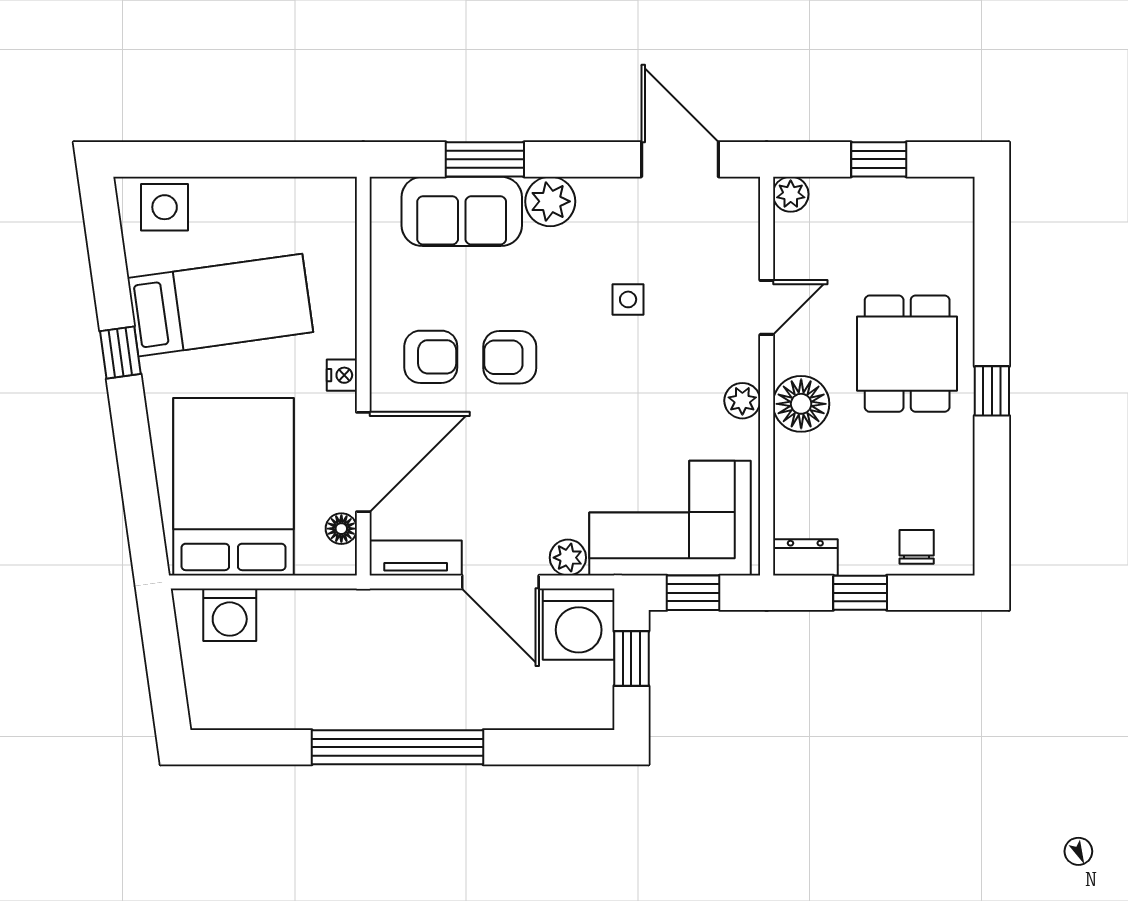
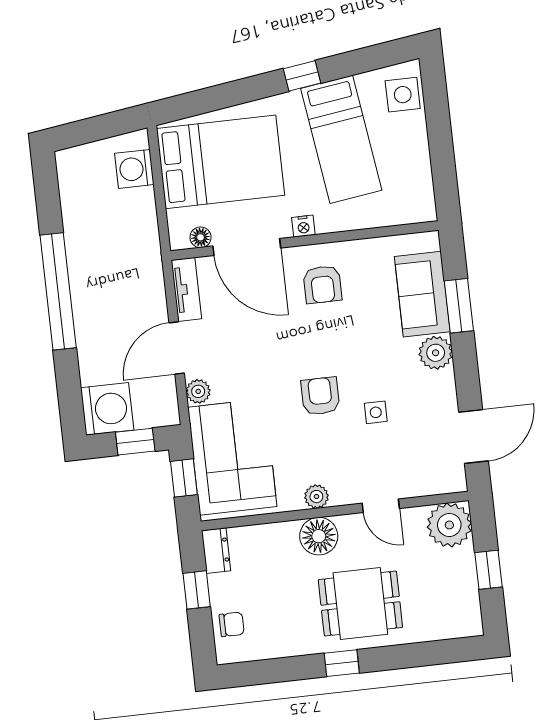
plant: (791, 194) -> (449, 525), width x1.88, depth x1.88
armchair: (510, 357) -> (320, 396), moved
washing machine: (579, 624) -> (107, 409), moved, turned 180

